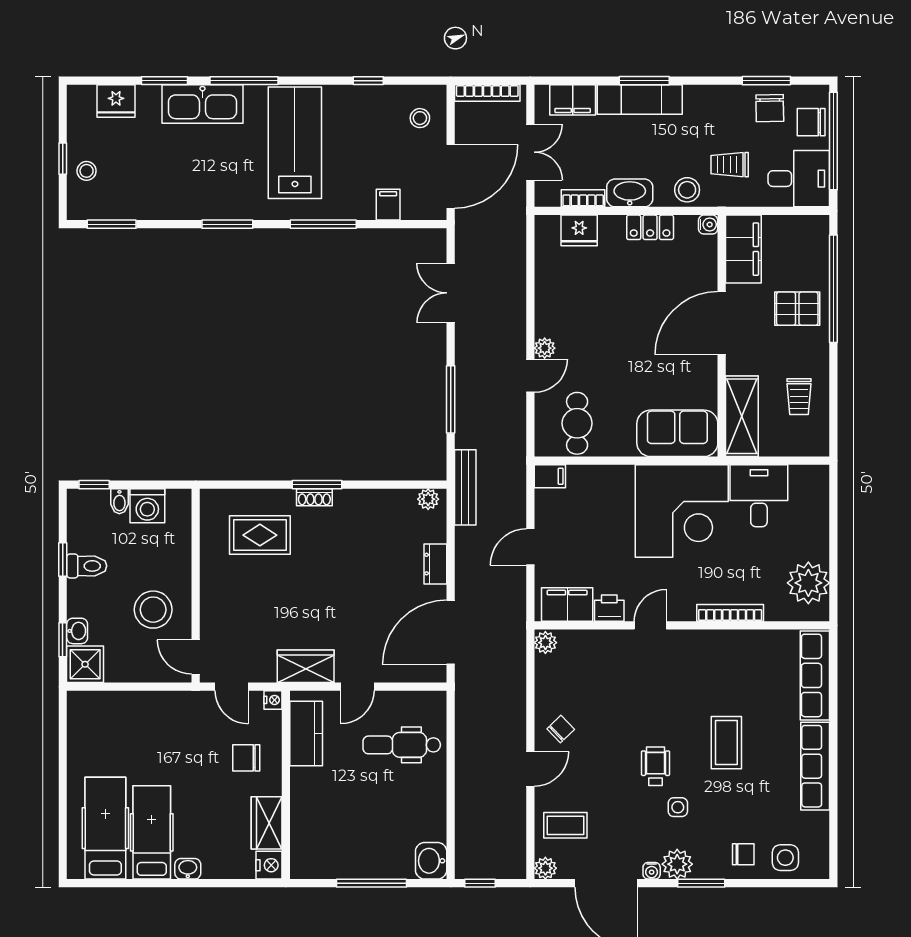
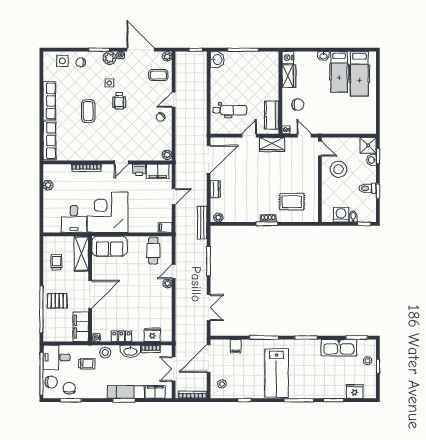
kitchen sink: (202, 104) -> (339, 348), moved, turned 180
plant: (808, 583) -> (48, 185), width x0.53, depth x0.53

